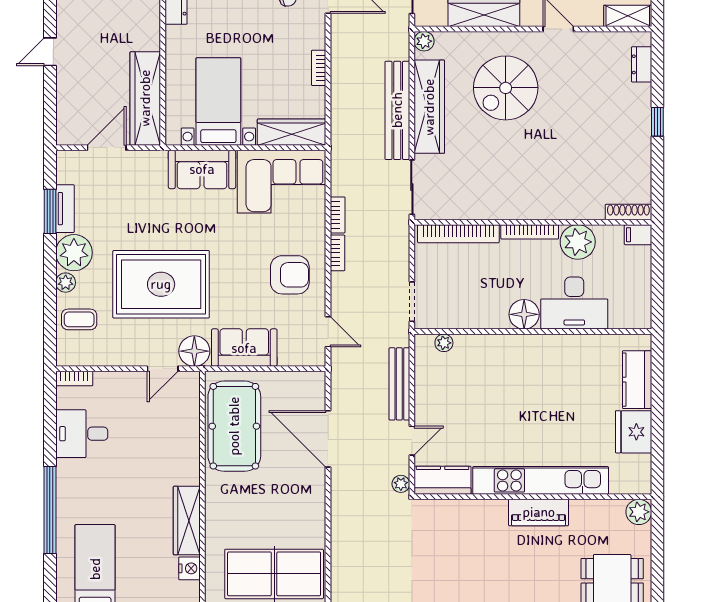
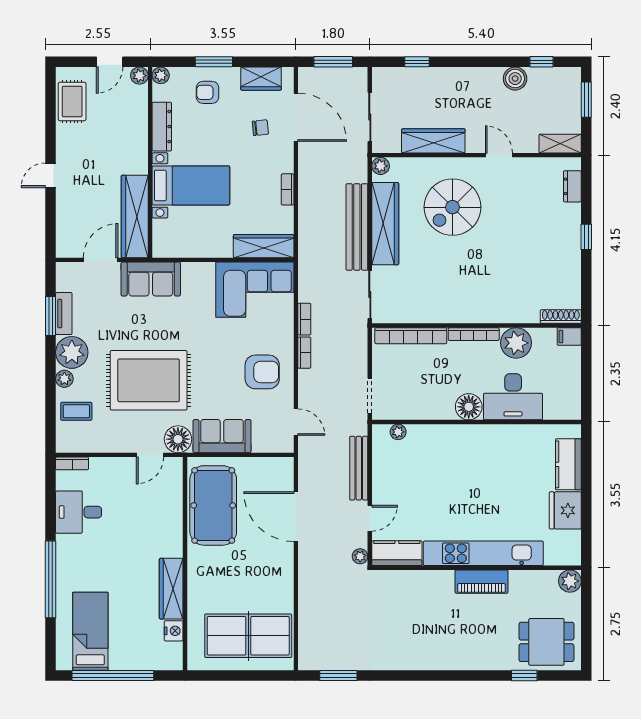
bed with nightstands: (218, 101) -> (191, 185), moved, turned 90
sofa: (202, 169) -> (151, 279), moved

